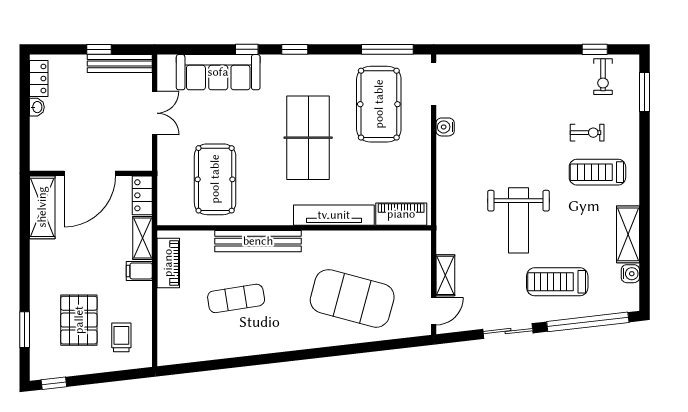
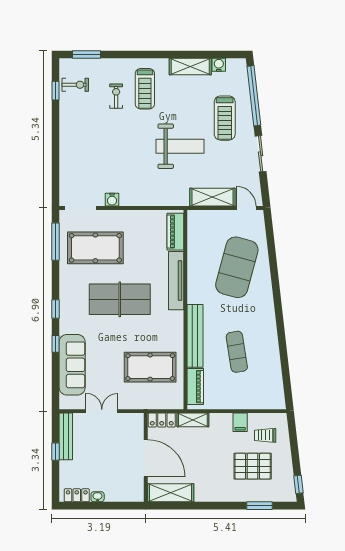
piano: (168, 263) -> (195, 387), moved, turned 90
filing cabinet: (139, 271) -> (240, 422), moved
shelving: (445, 275) -> (212, 197), width x1.50, depth x1.33

